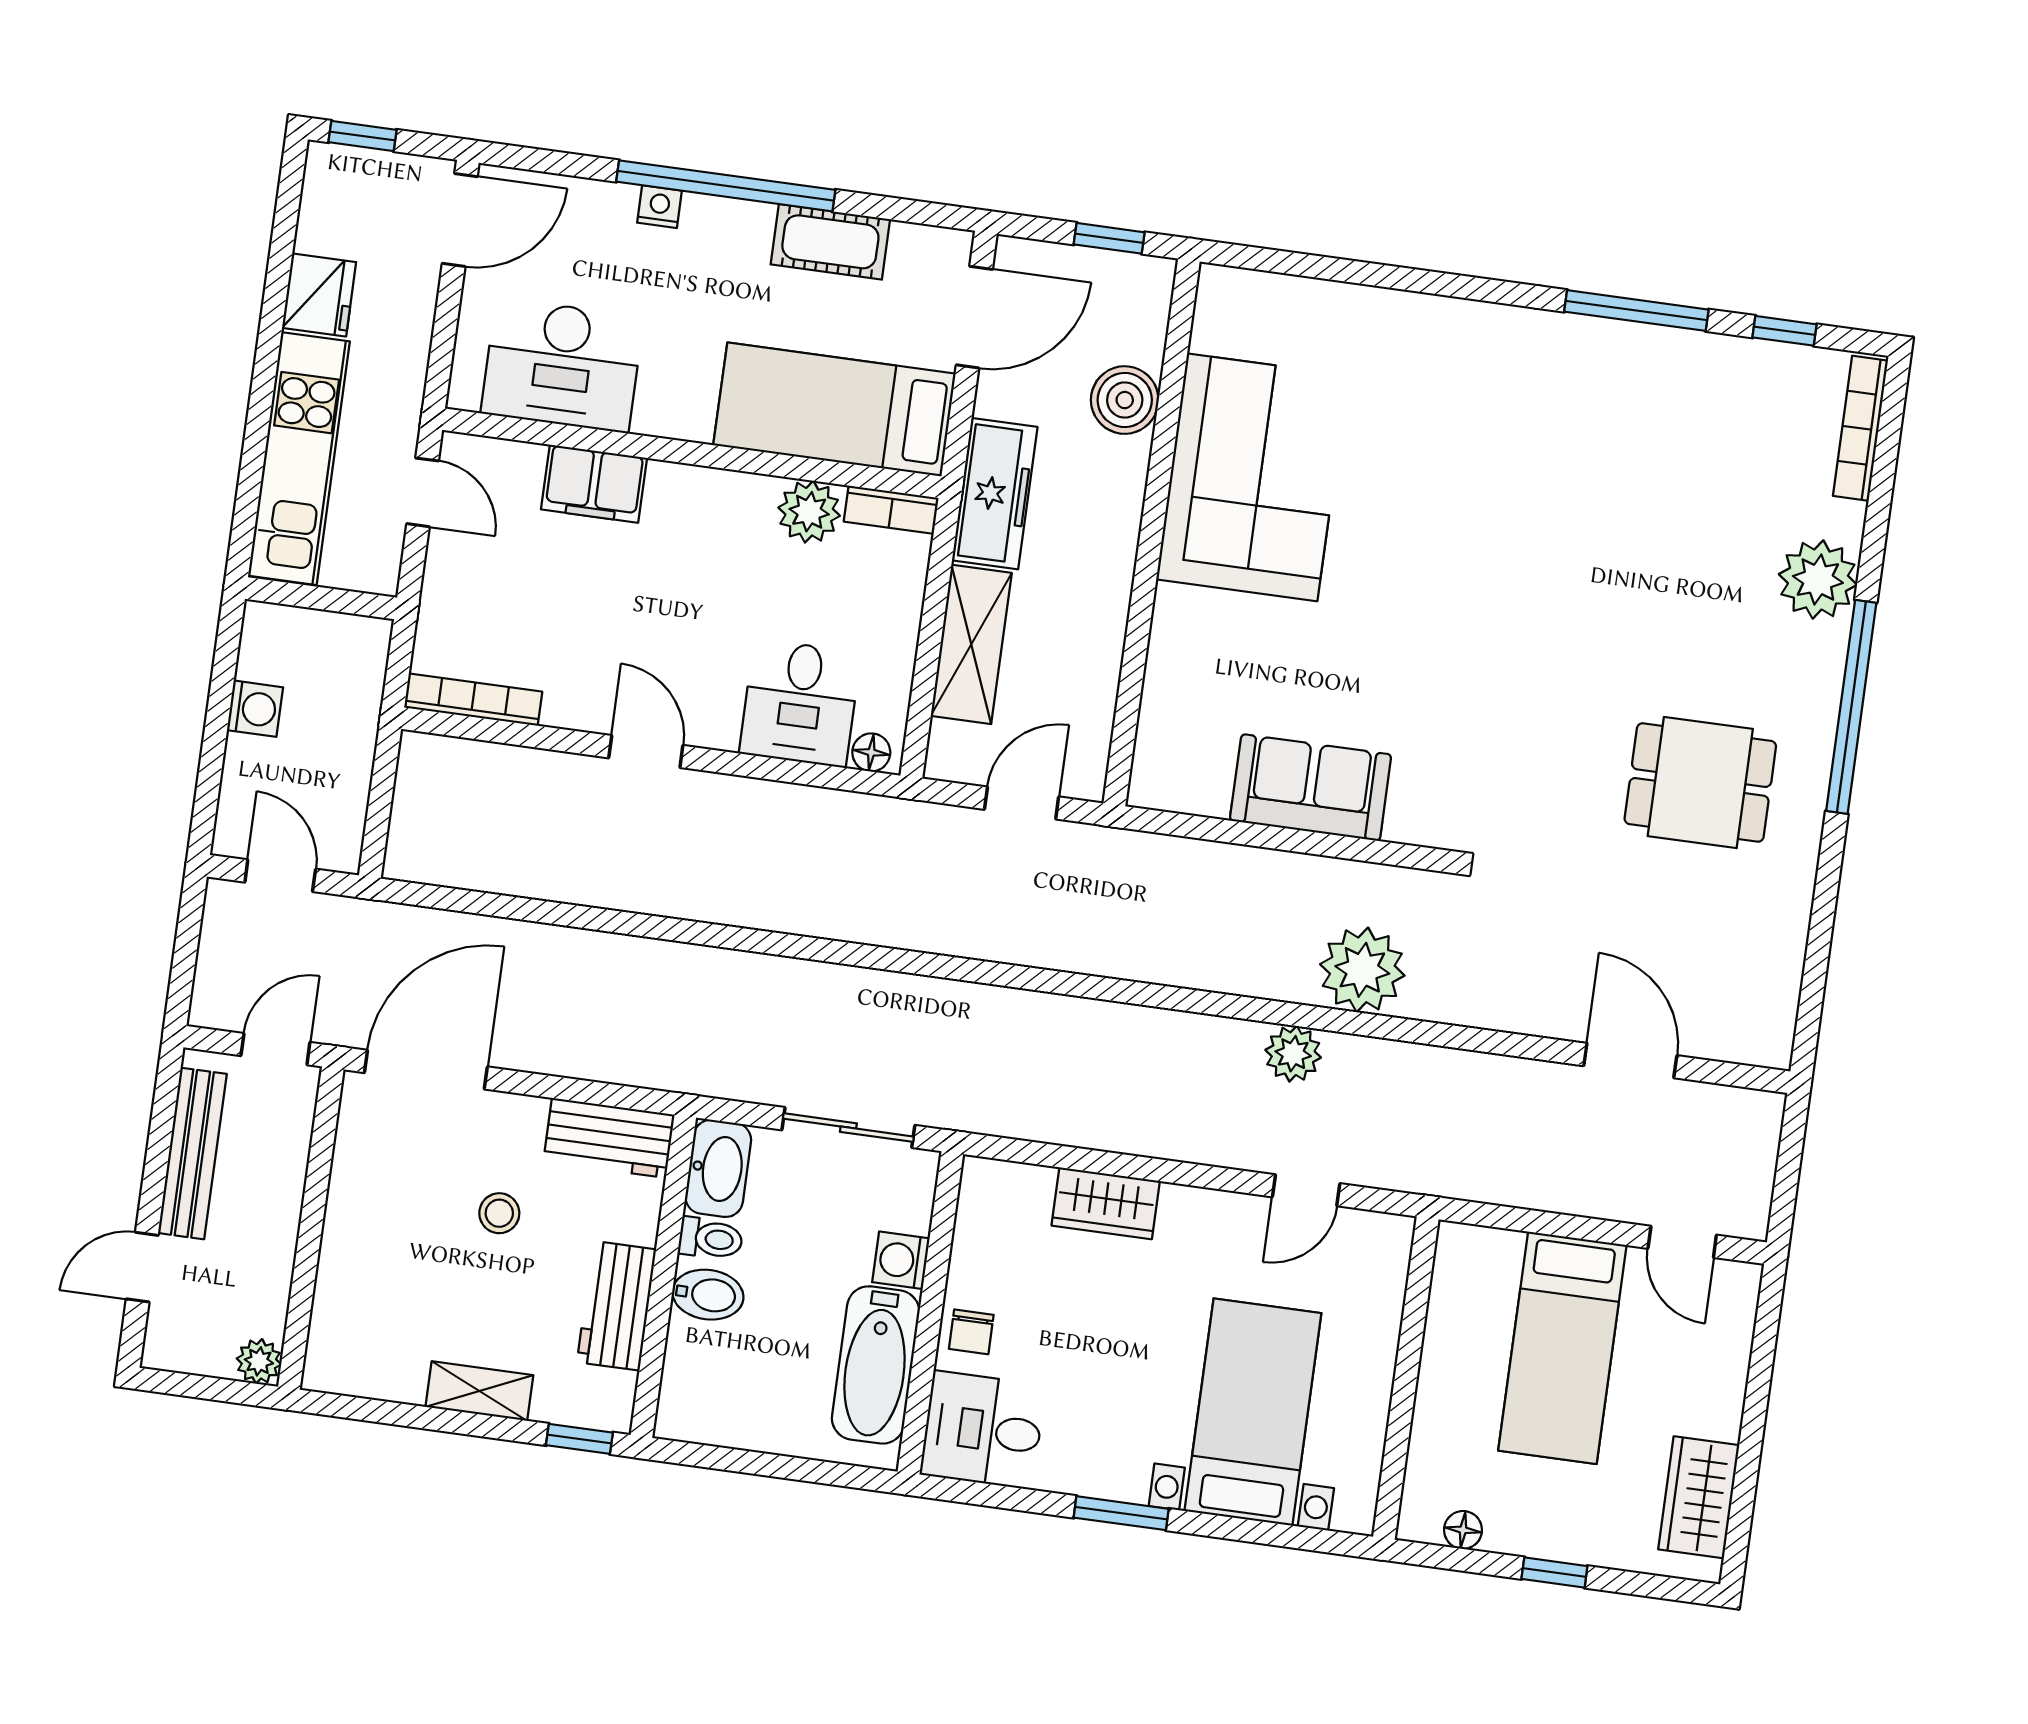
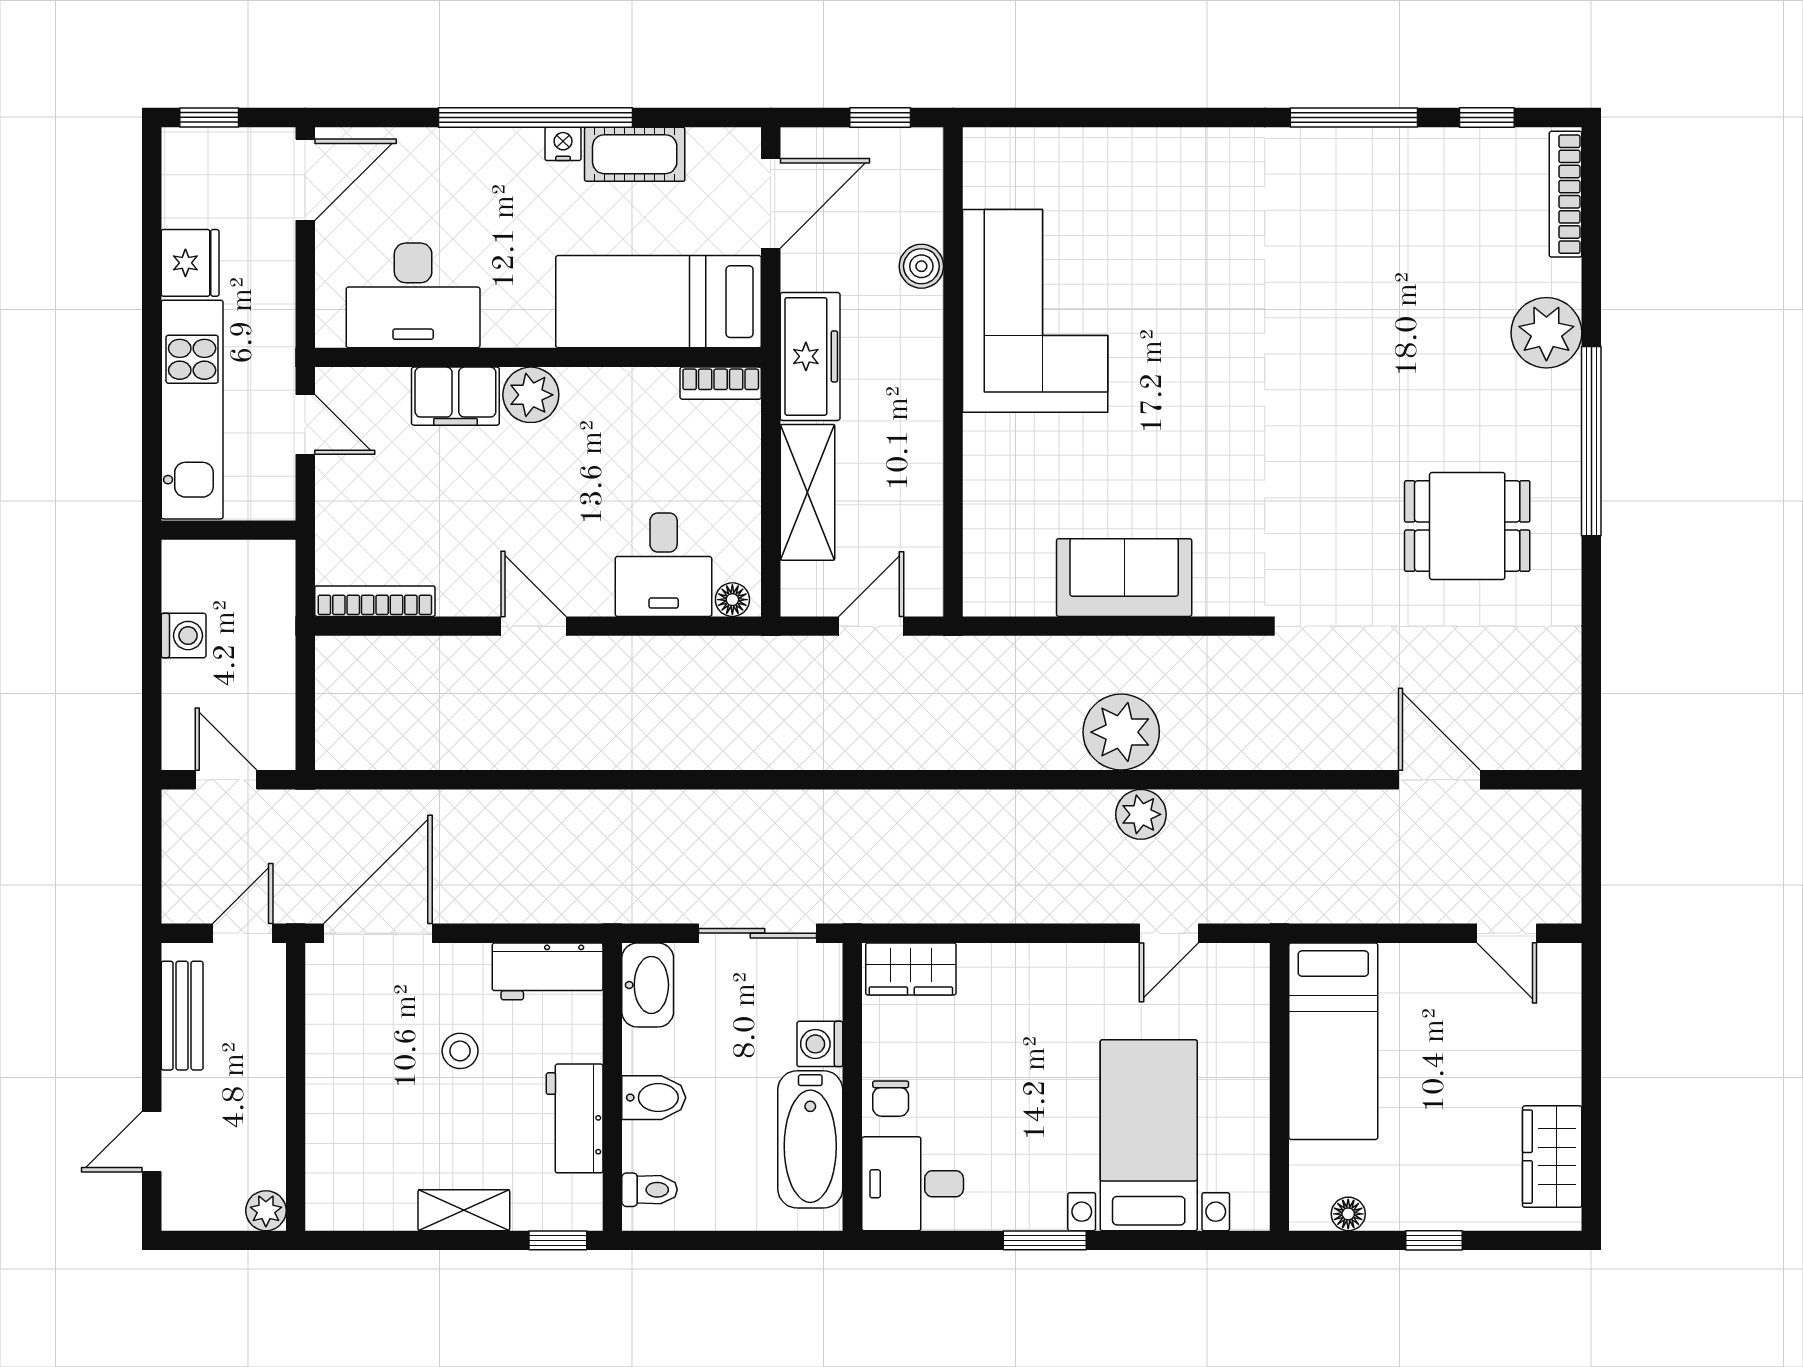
nightstand: (659, 207) -> (563, 144), moved
boiler: (1125, 400) -> (921, 266), width x0.73, depth x0.73
plant: (809, 512) -> (531, 395), moved
plant: (1362, 970) -> (1121, 732), moved
bench: (192, 1153) -> (182, 1016), width x0.73
wardrobe: (1106, 1203) -> (911, 969), moved
toilet: (711, 1239) -> (649, 1190), moved
bed: (1562, 1348) -> (1333, 1041), moved

